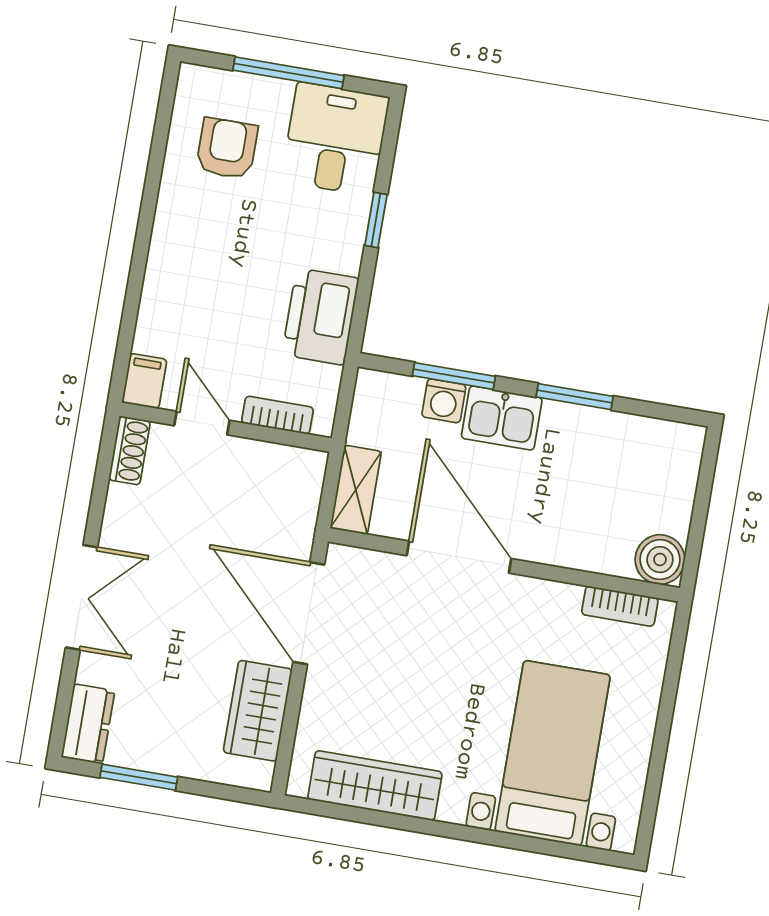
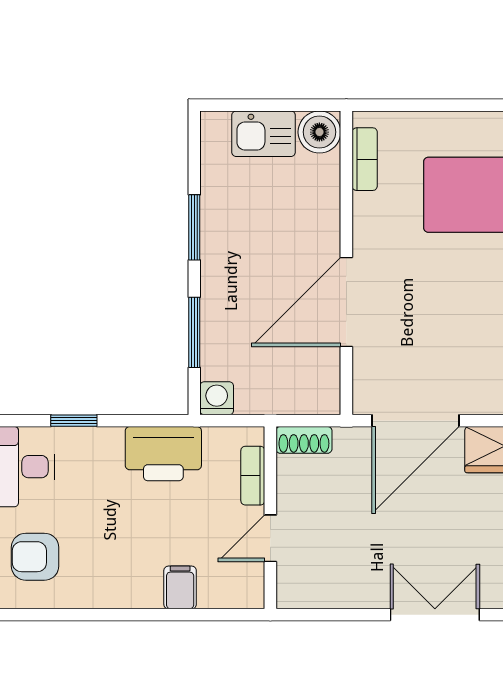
filing cabinet: (144, 381) -> (180, 587), moved, turned 90
washing machine: (444, 401) -> (217, 398), moved, turned -90
kitchen sink: (502, 418) -> (264, 134), moved, turned 90
shoe rack: (130, 450) -> (304, 440), moved, turned 180
shelving: (356, 490) -> (304, 399), removed

